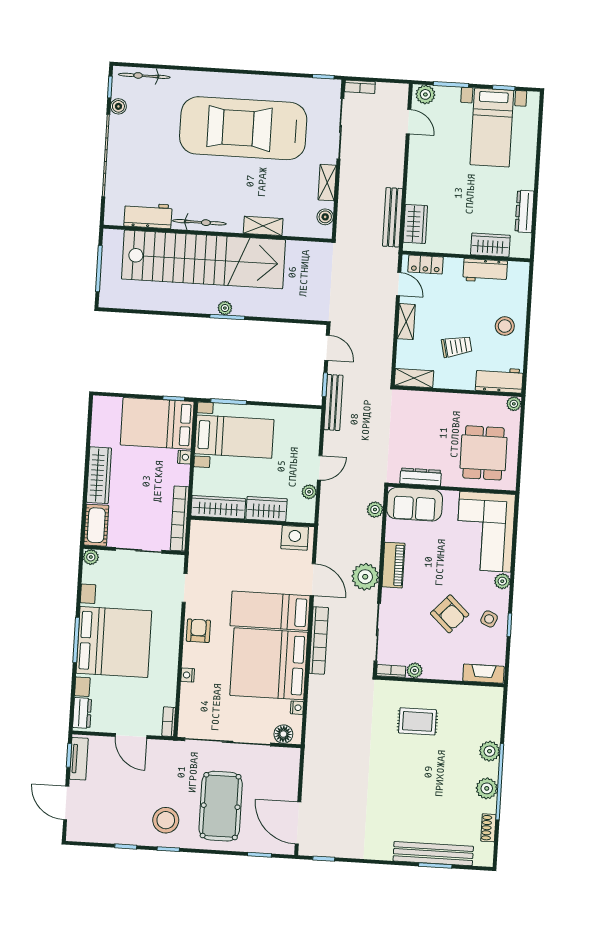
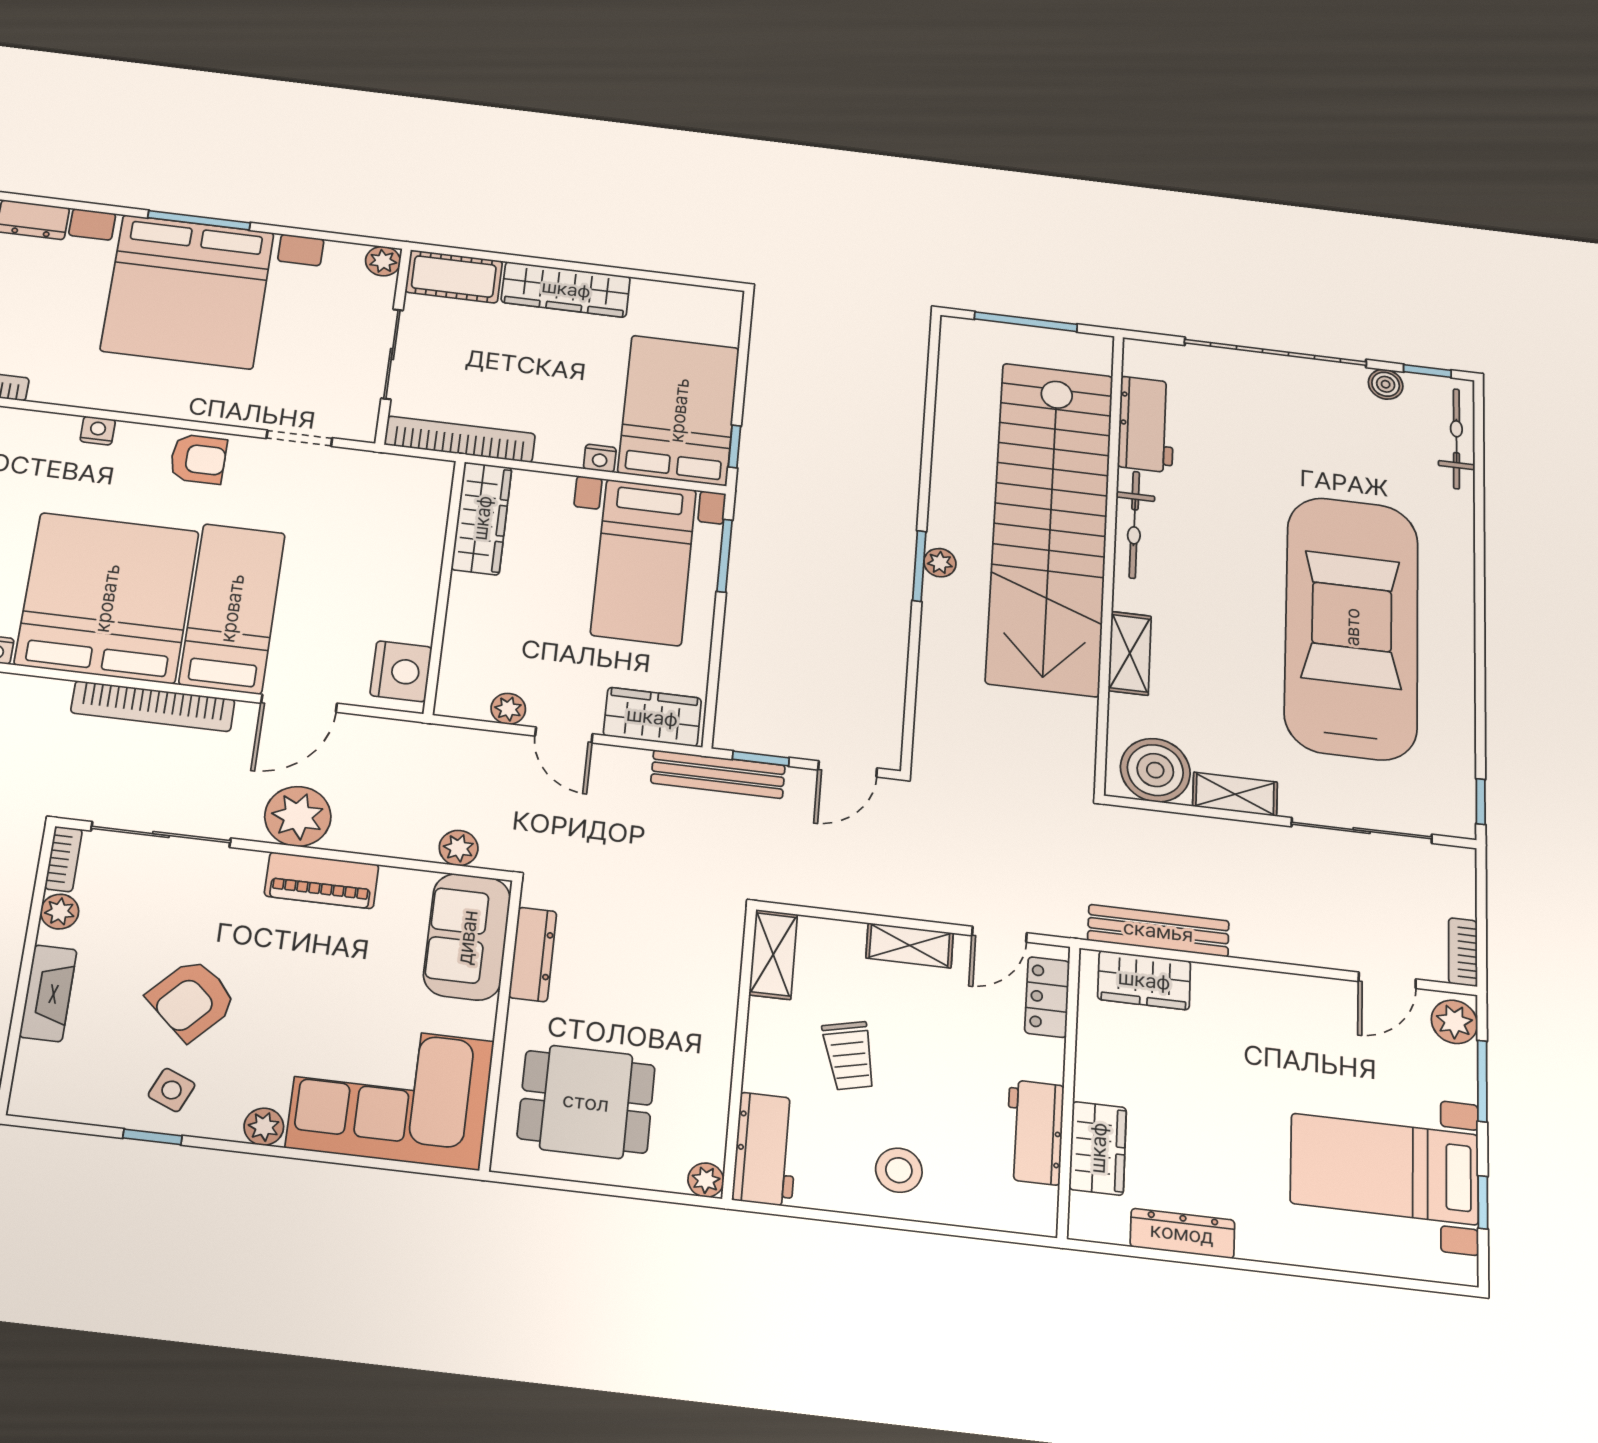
bookcase: (360, 87) -> (1463, 952), moved
boiler: (325, 217) -> (1155, 770), width x1.86, depth x1.86
wardrobe: (266, 509) -> (652, 717), moved, turned -90
fireplace: (483, 674) -> (48, 993), moved

